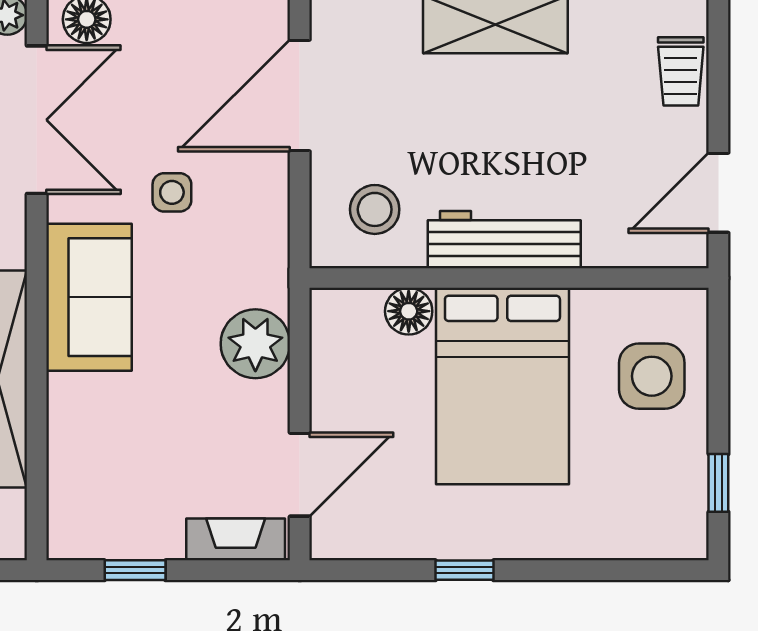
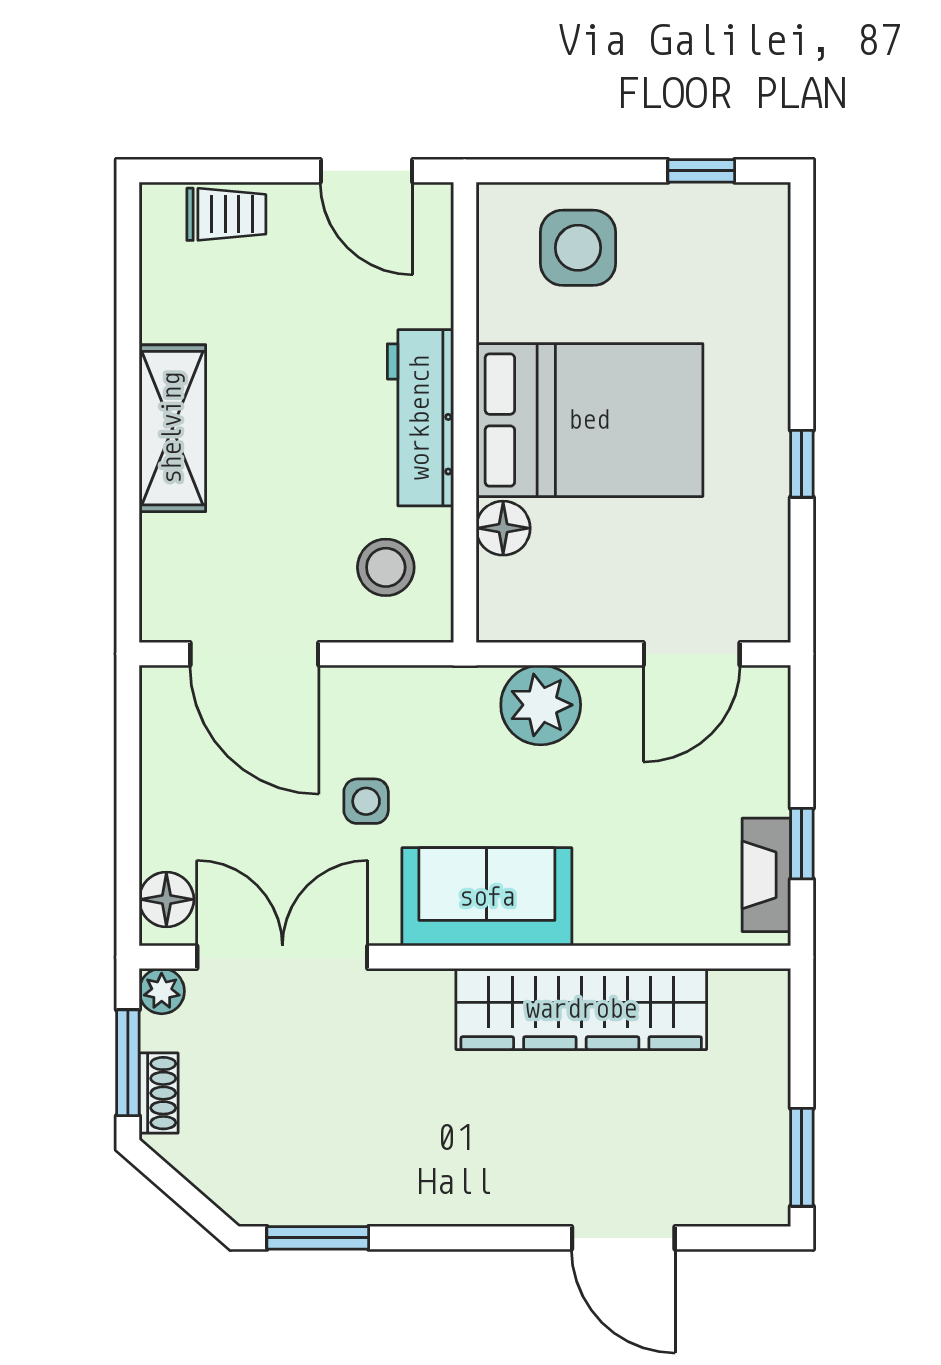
door: (300, 475) -> (692, 654), swing flipped
fireplace: (236, 539) -> (766, 875), moved

